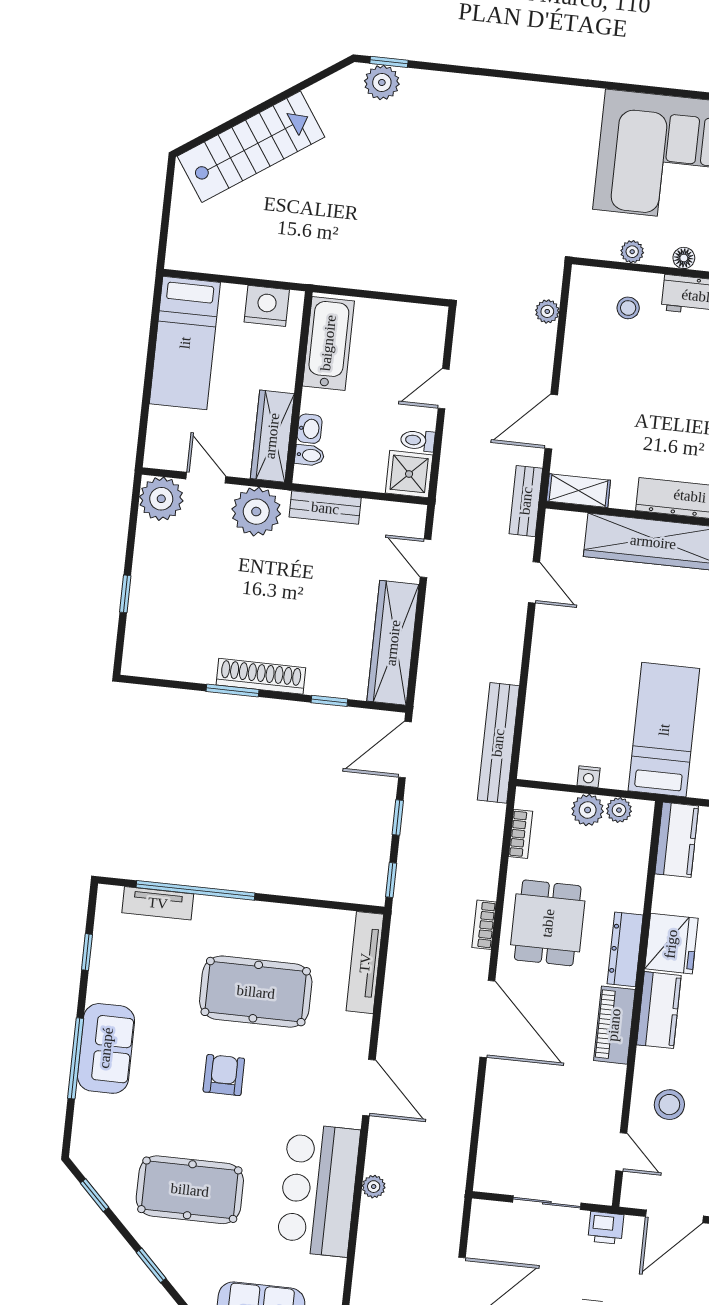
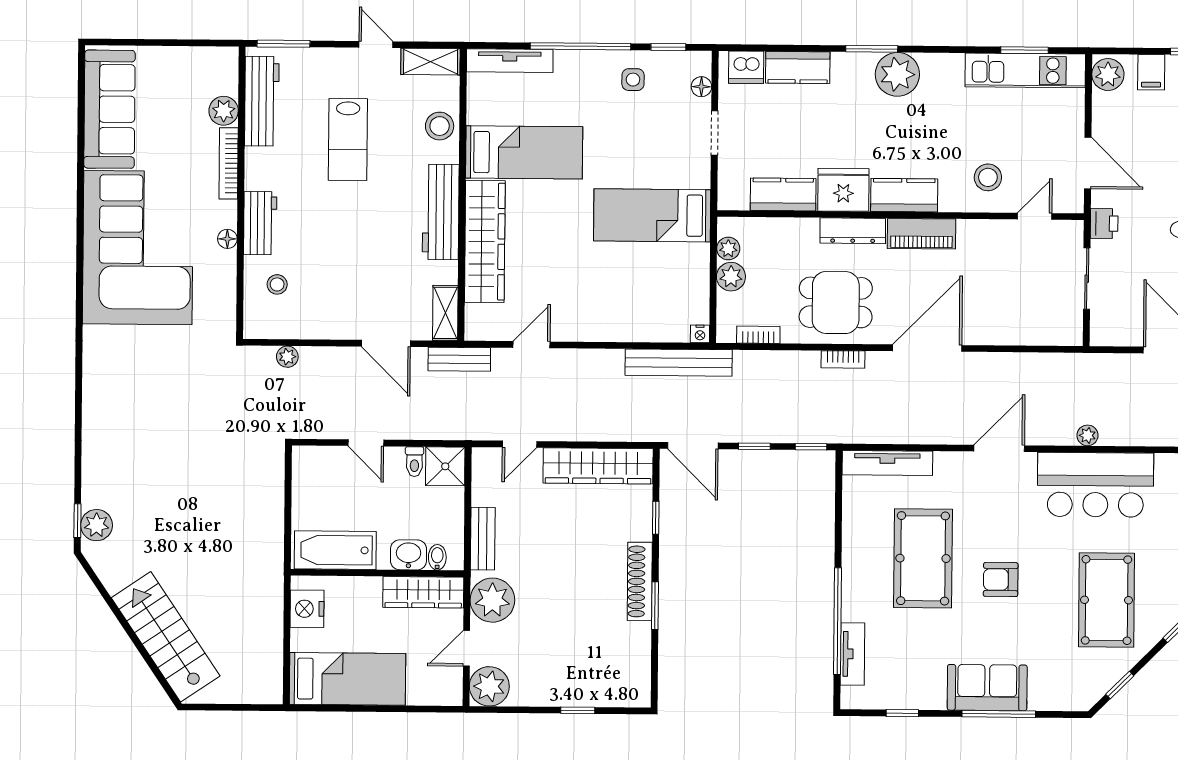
plant: (632, 252) -> (226, 286), removed
washbasin: (310, 429) -> (408, 555), width x1.38, depth x1.45
nightstand: (589, 777) -> (700, 334), moved, turned 90
kitchen counter: (677, 840) -> (783, 194), moved

